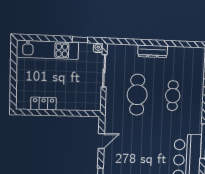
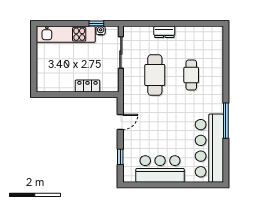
water cooler: (98, 48) -> (101, 31), moved
dresser: (153, 51) -> (164, 32), width x0.70
locker: (44, 104) -> (87, 86), moved

